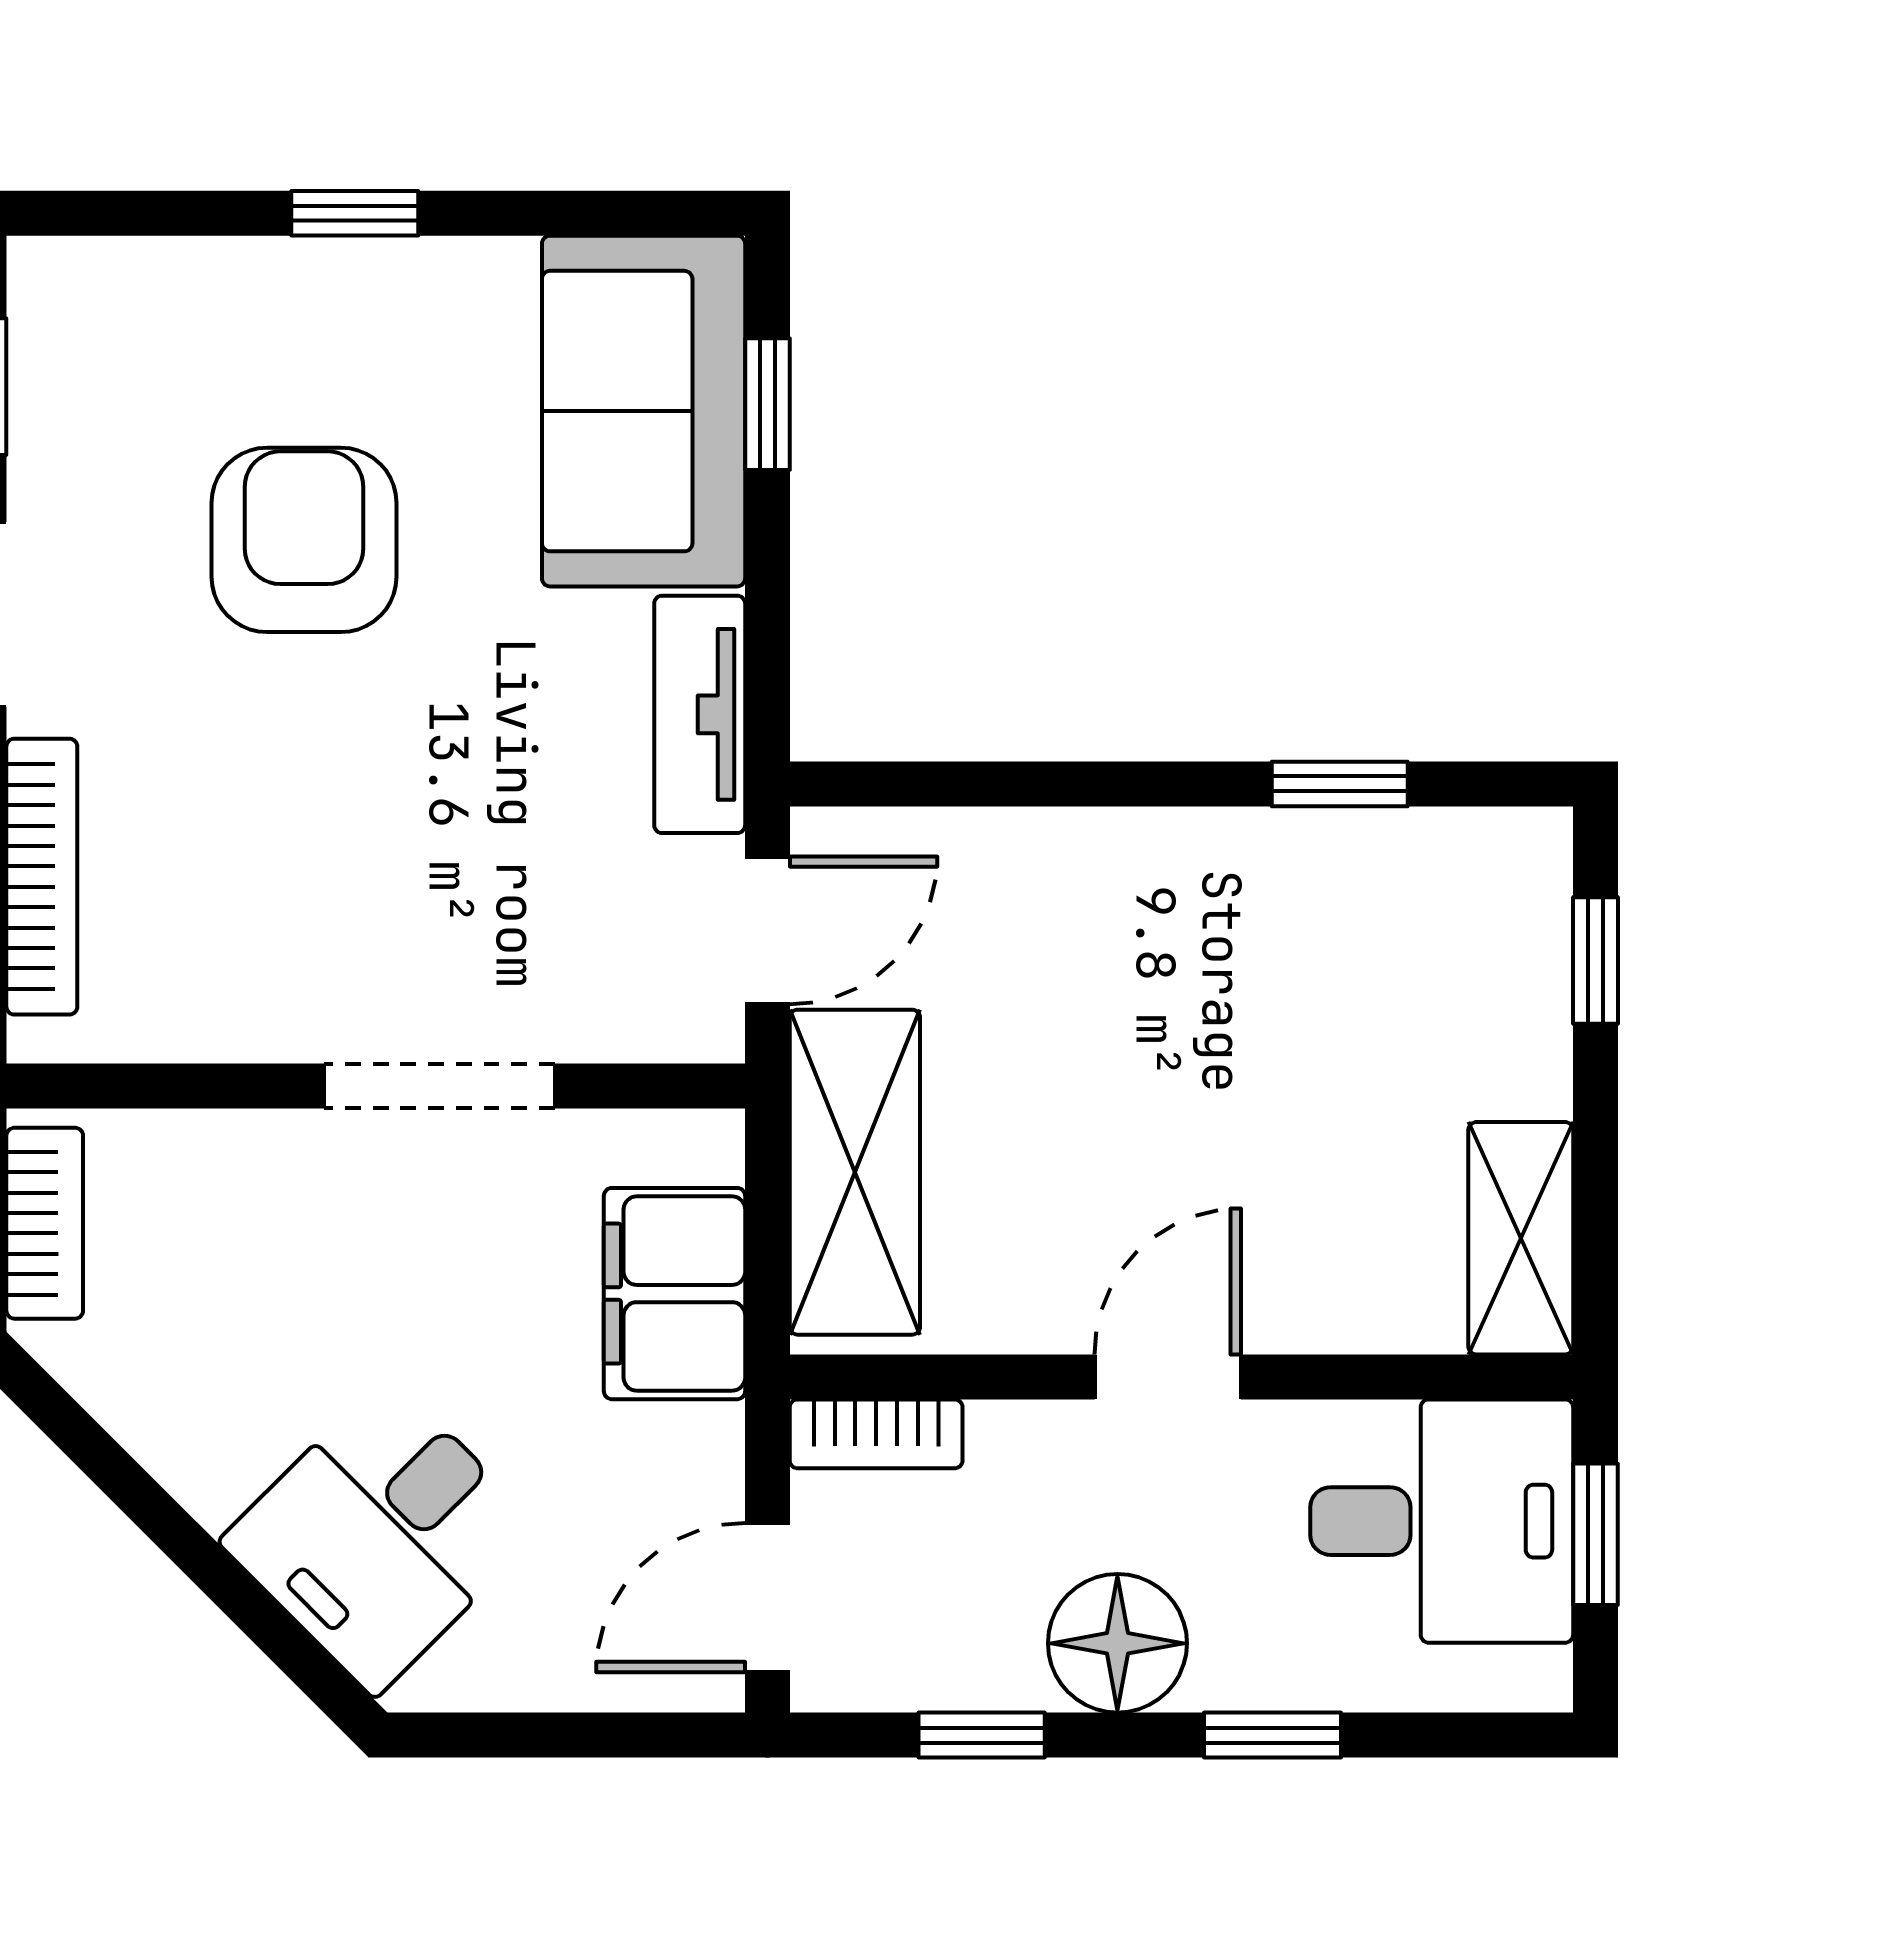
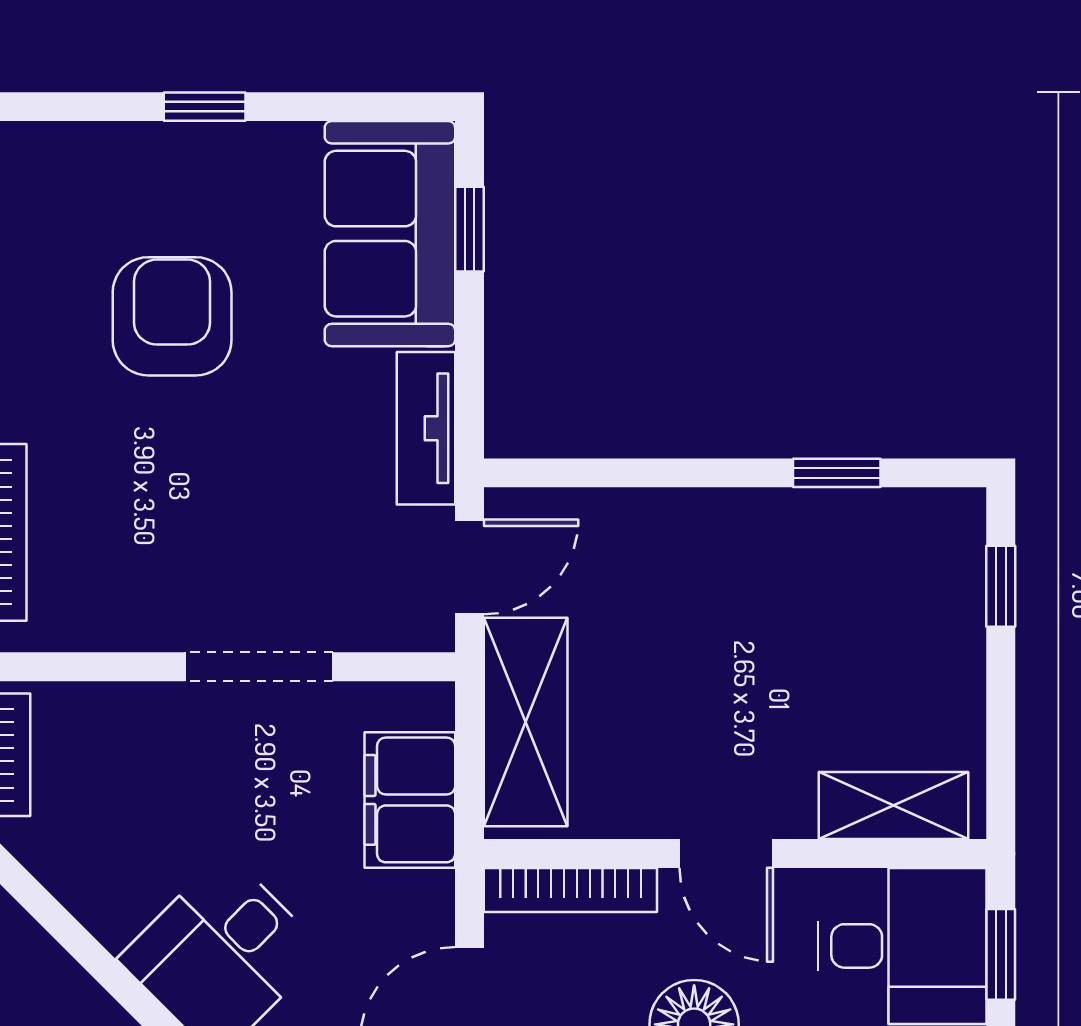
shelving: (1521, 1238) -> (893, 805), moved, turned 90
door: (1168, 1377) -> (726, 853), swing flipped
bookcase: (876, 1434) -> (570, 890), width x1.56

